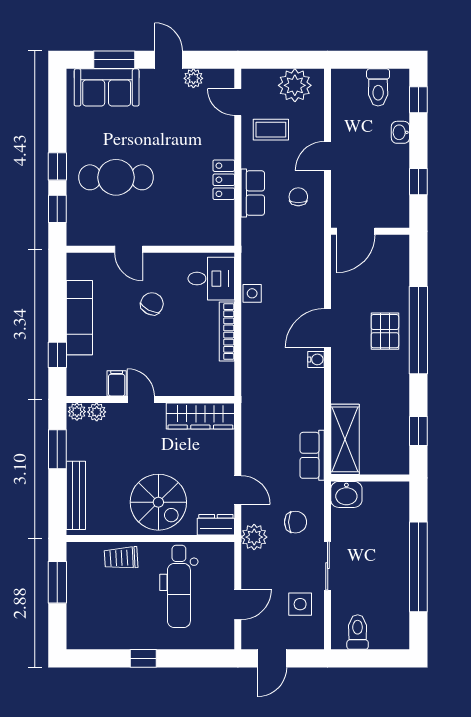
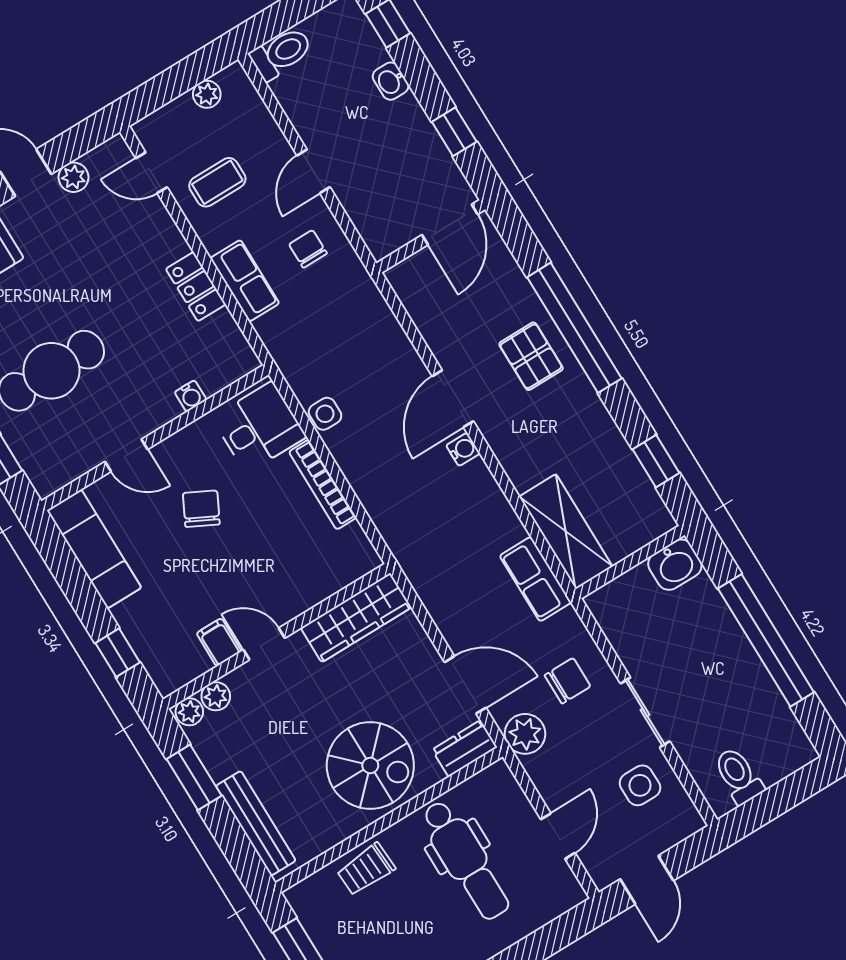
plant: (295, 85) -> (207, 94), width x0.53, depth x0.53
toilet: (378, 87) -> (281, 53), moved, turned -90
door: (356, 231) -> (450, 225), moved
water cooler: (184, 238) -> (191, 396), added
exam couch: (79, 318) -> (94, 549), moved
door: (238, 490) -> (465, 685), width x1.38
washbasin: (346, 494) -> (675, 565), moved

